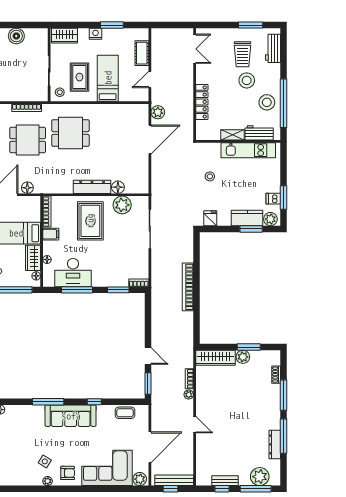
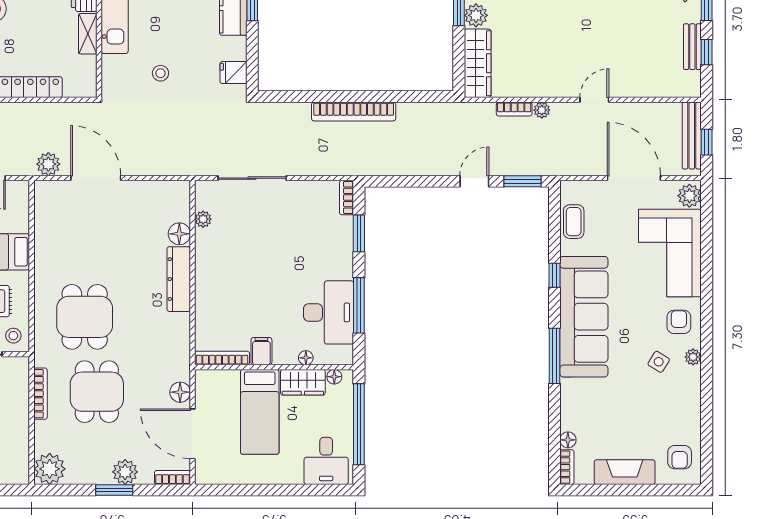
plant: (122, 205) -> (203, 219), width x0.53, depth x0.53
rug: (90, 221) -> (238, 282), removed
sofa: (71, 416) -> (584, 317), width x1.36, depth x1.27

